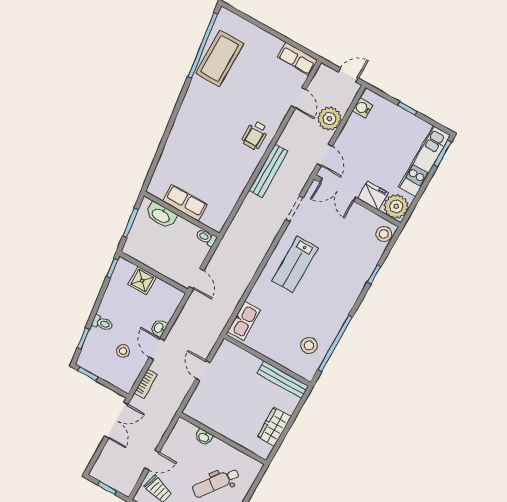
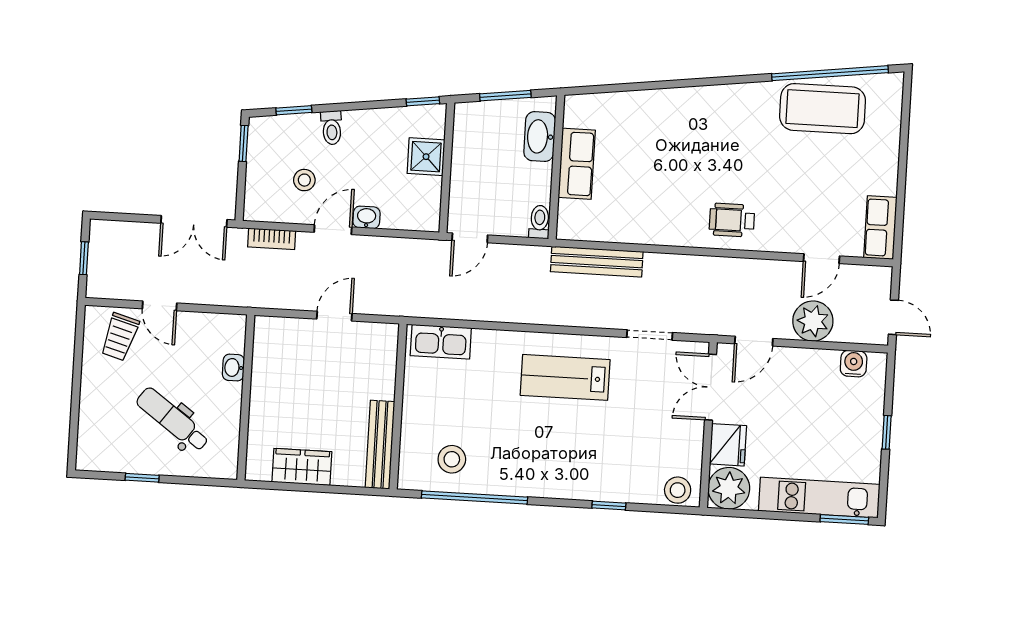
bench: (268, 171) -> (597, 262), moved

